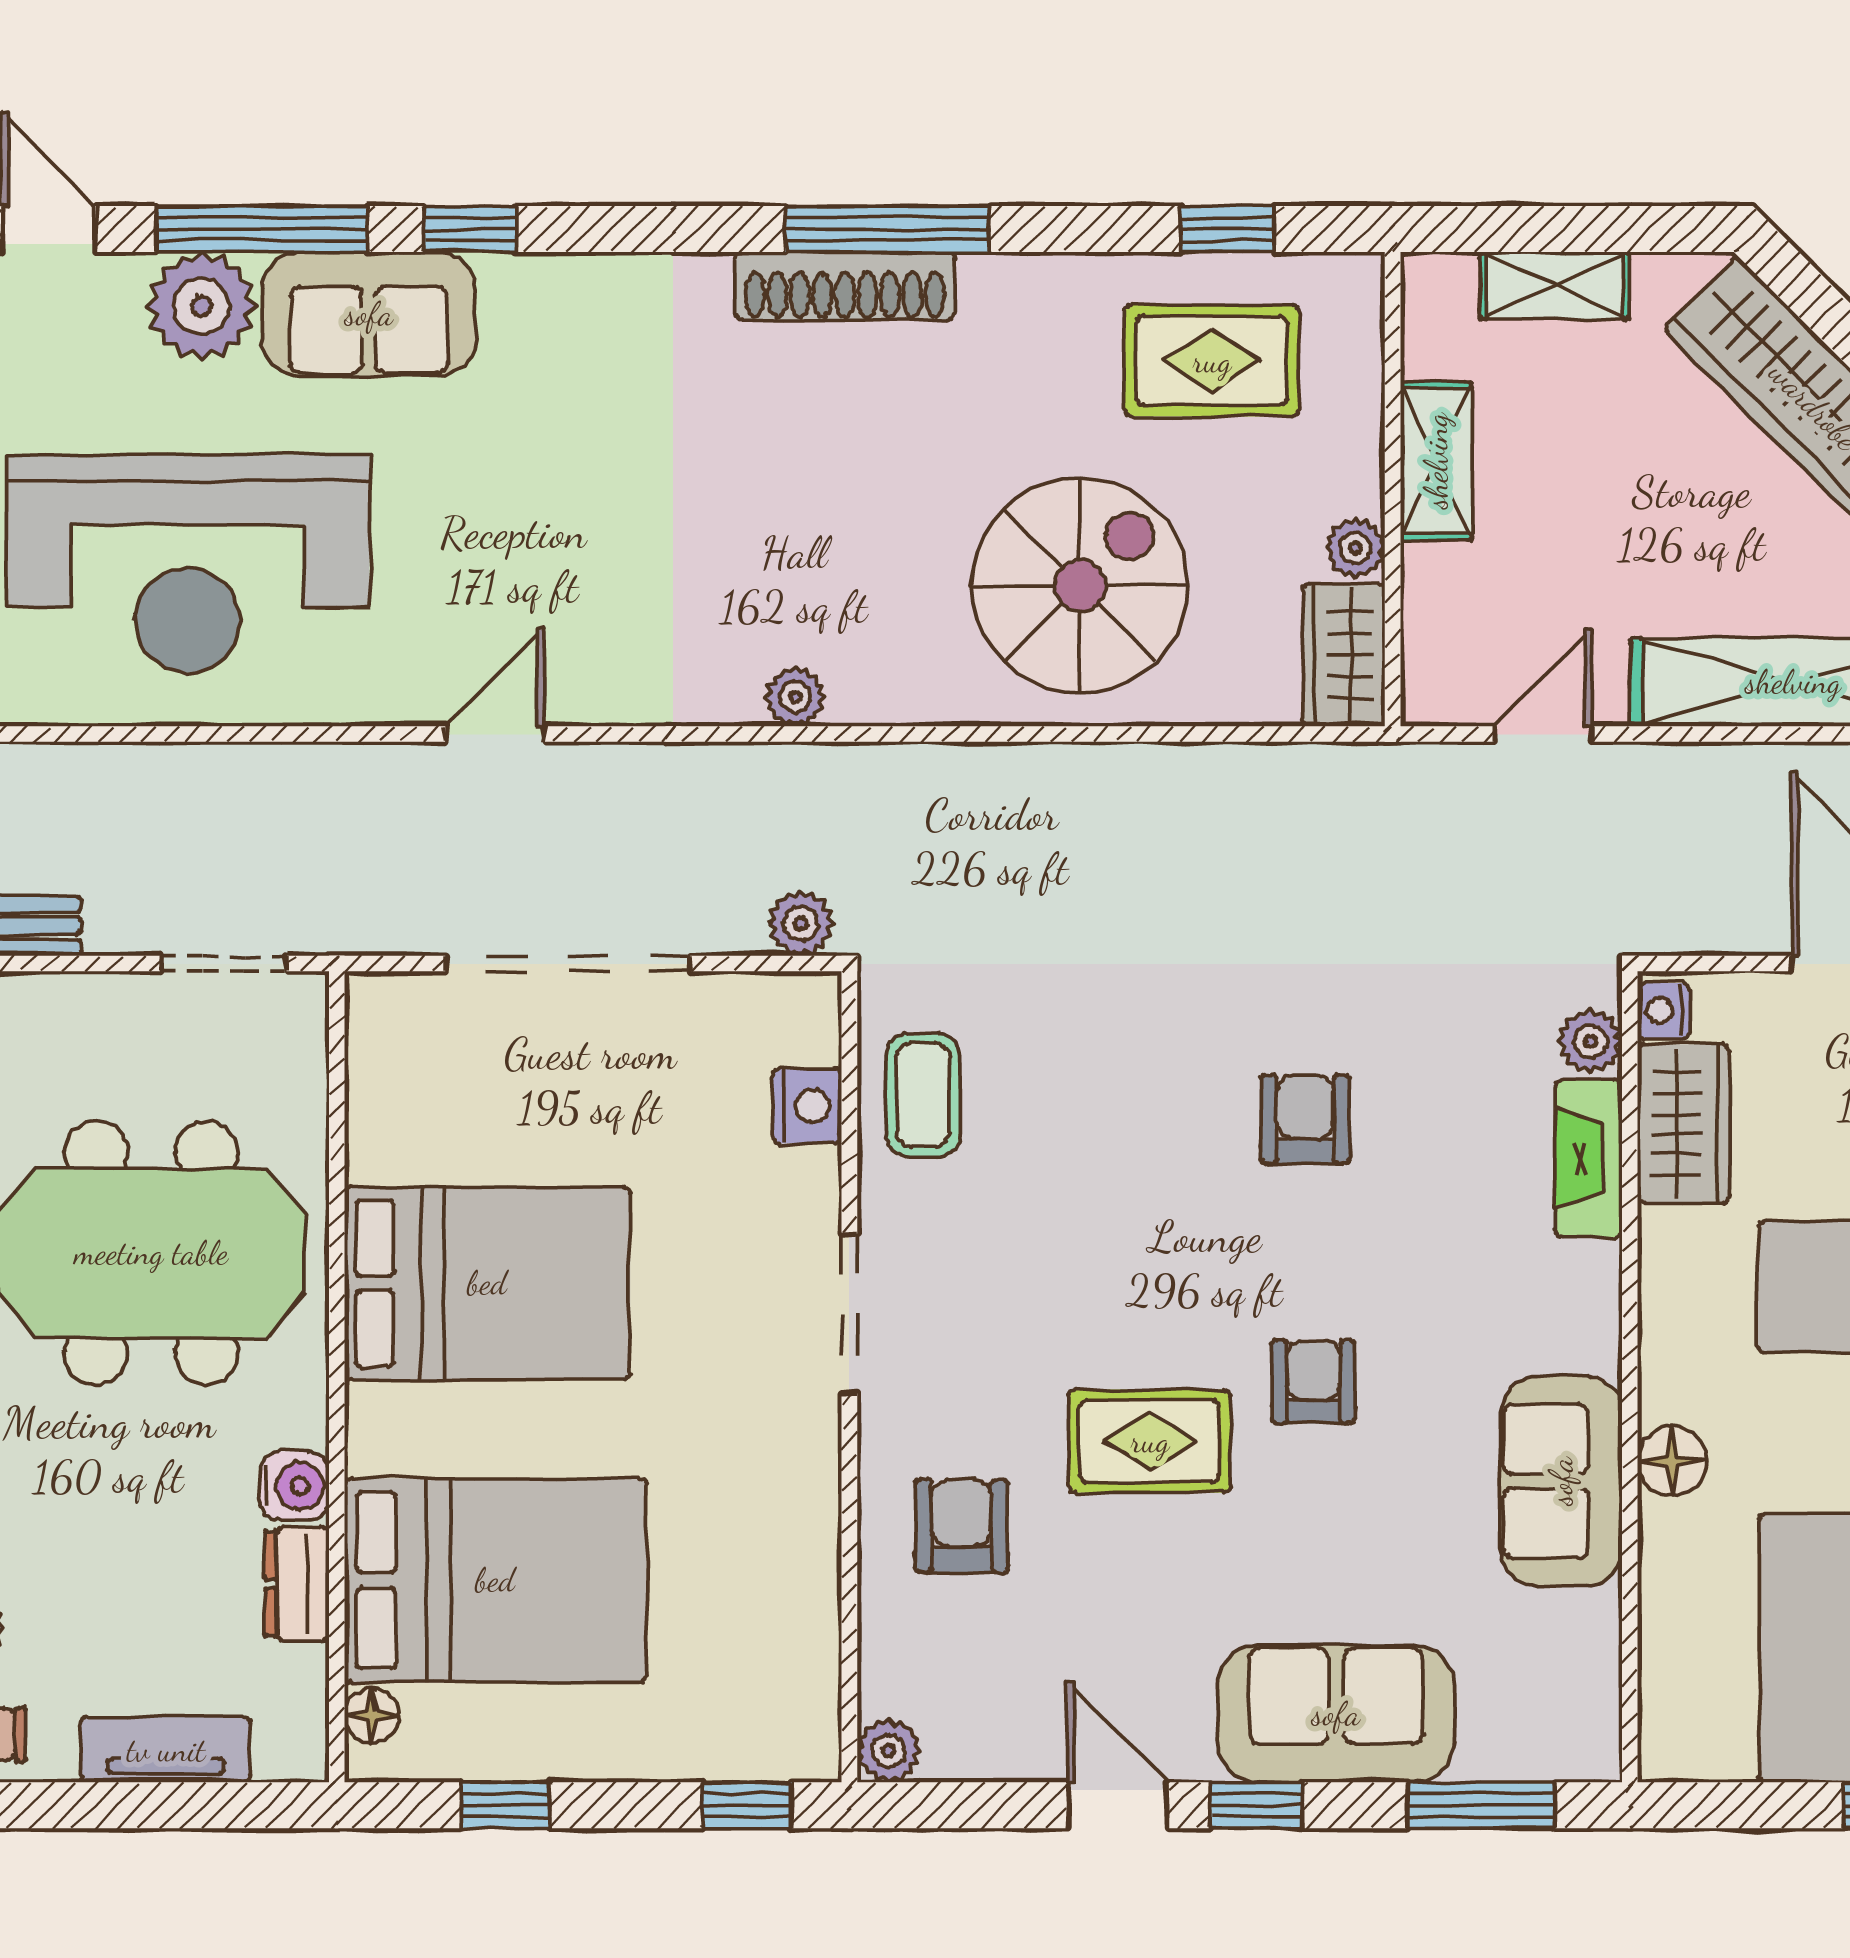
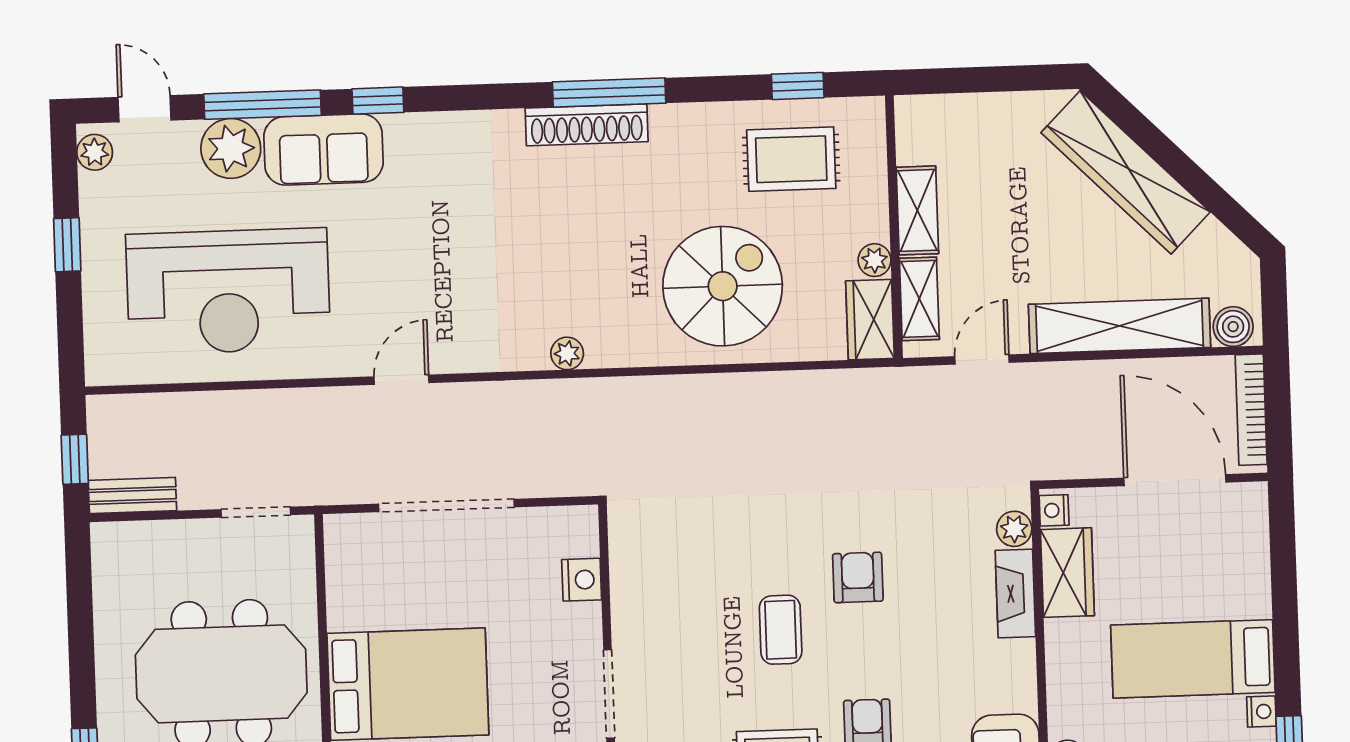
shelving: (1554, 285) -> (919, 299), moved, turned 90
plant: (801, 923) -> (575, 479), removed
coffee table: (923, 1095) -> (781, 630), moved

